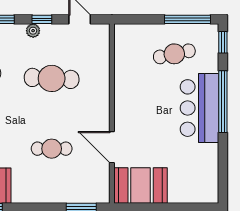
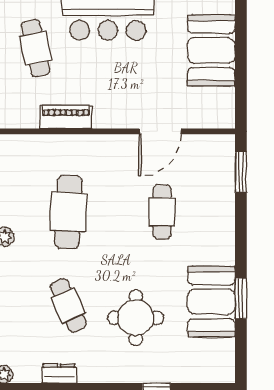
piano: (123, 77) -> (66, 117), added
booth: (141, 185) -> (211, 50), moved

